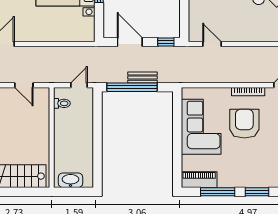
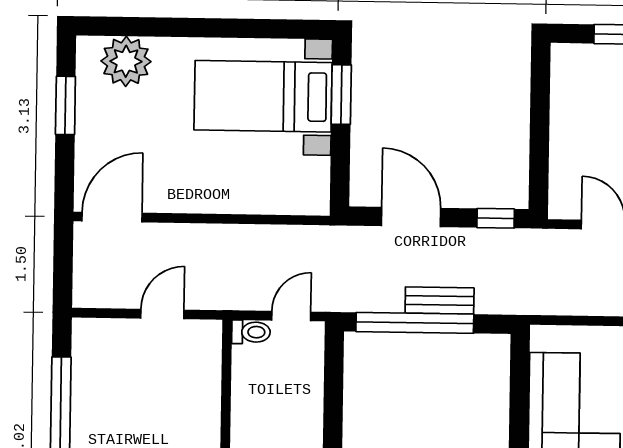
door: (24, 85) -> (162, 314), swing flipped
toilet: (62, 103) -> (251, 332), moved

